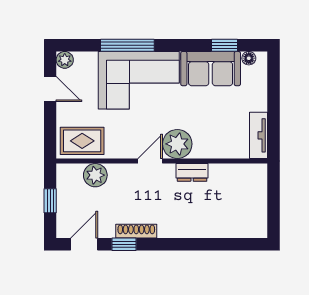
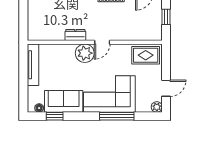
door: (50, 89) -> (166, 88), swing flipped
tv unit: (258, 135) -> (33, 65), width x1.41
plant: (95, 175) -> (137, 33), removed

